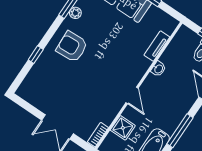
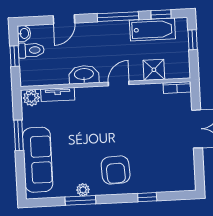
plant: (169, 26) -> (31, 98), added
washbasin: (158, 69) -> (84, 75), width x1.91, depth x1.45

